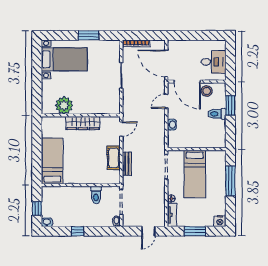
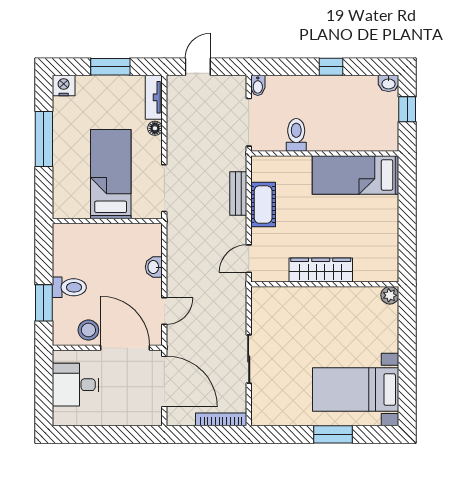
window: (89, 35) -> (333, 434), moved
plant: (64, 105) -> (390, 295), moved, width x0.53, depth x0.53
bed: (52, 161) -> (355, 175), moved, turned 90
window: (230, 181) -> (44, 139), moved

